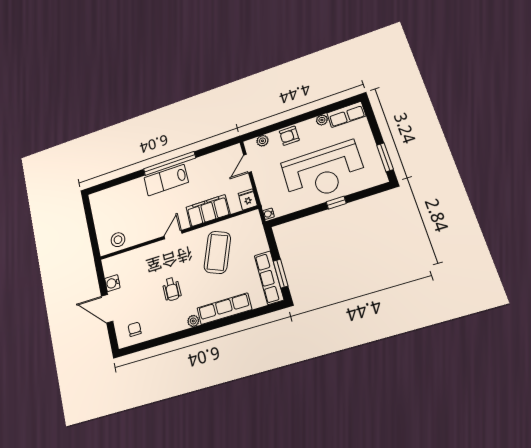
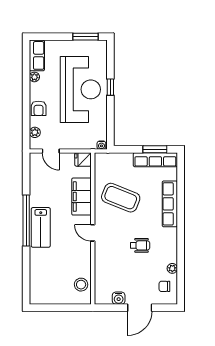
plant: (193, 321) -> (172, 268), moved

